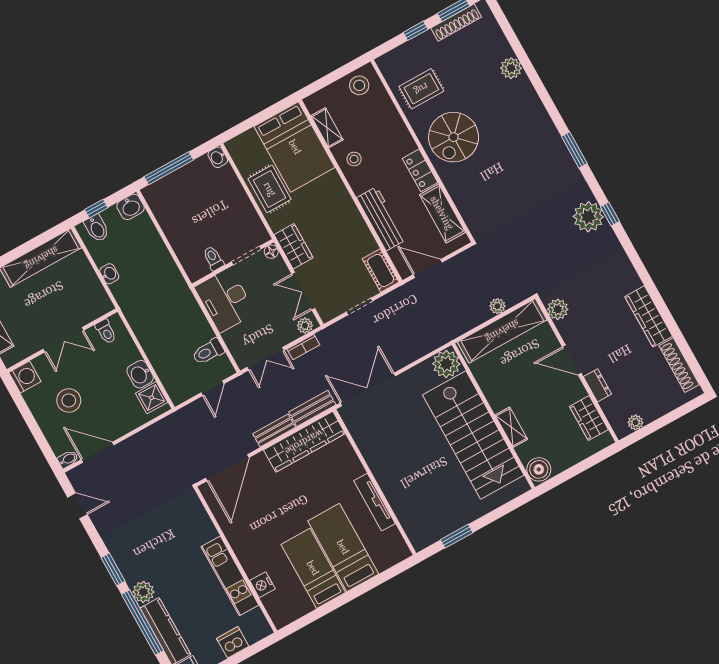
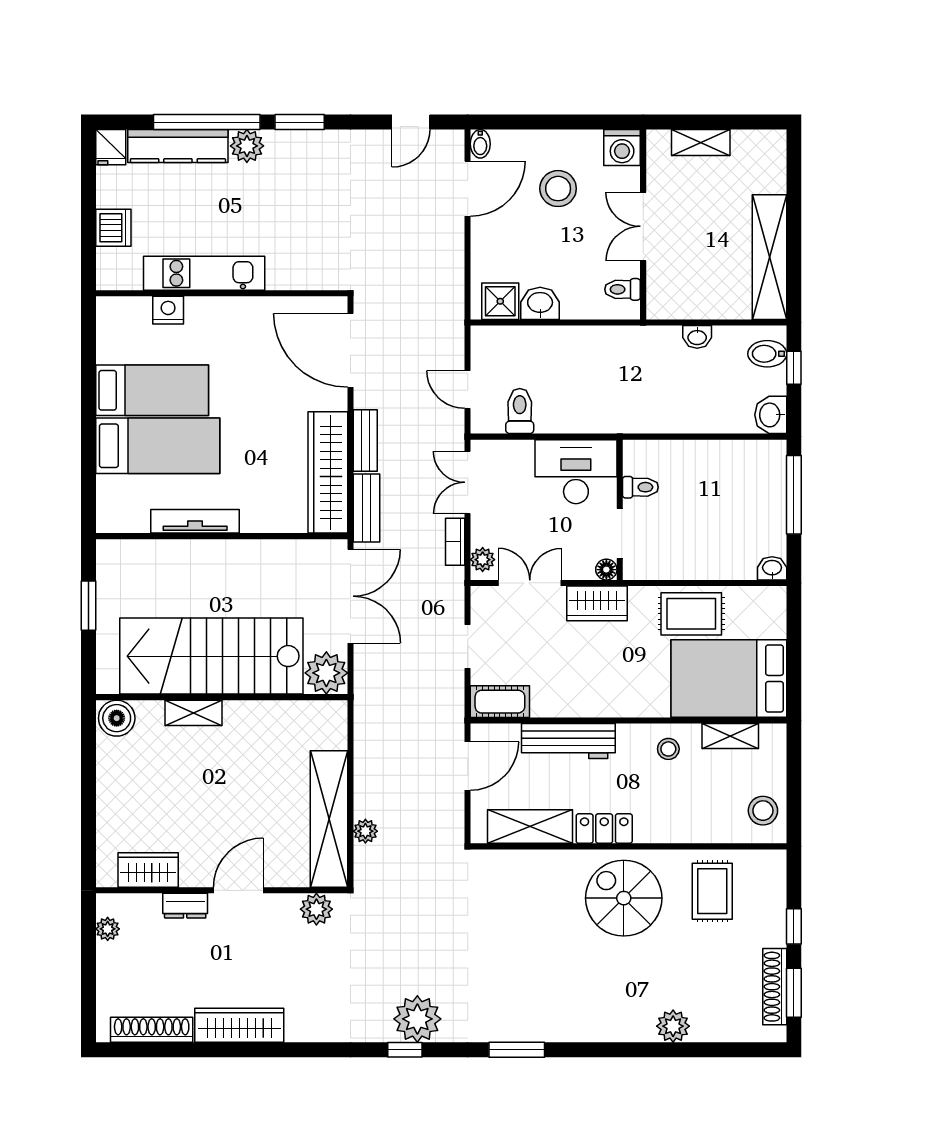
plant: (446, 364) -> (326, 673), moved
wall: (493, 416) -> (222, 697), moved
shelving: (511, 427) -> (193, 713), moved
stairs: (473, 435) -> (211, 656), moved
boiler: (539, 469) -> (117, 718), moved

